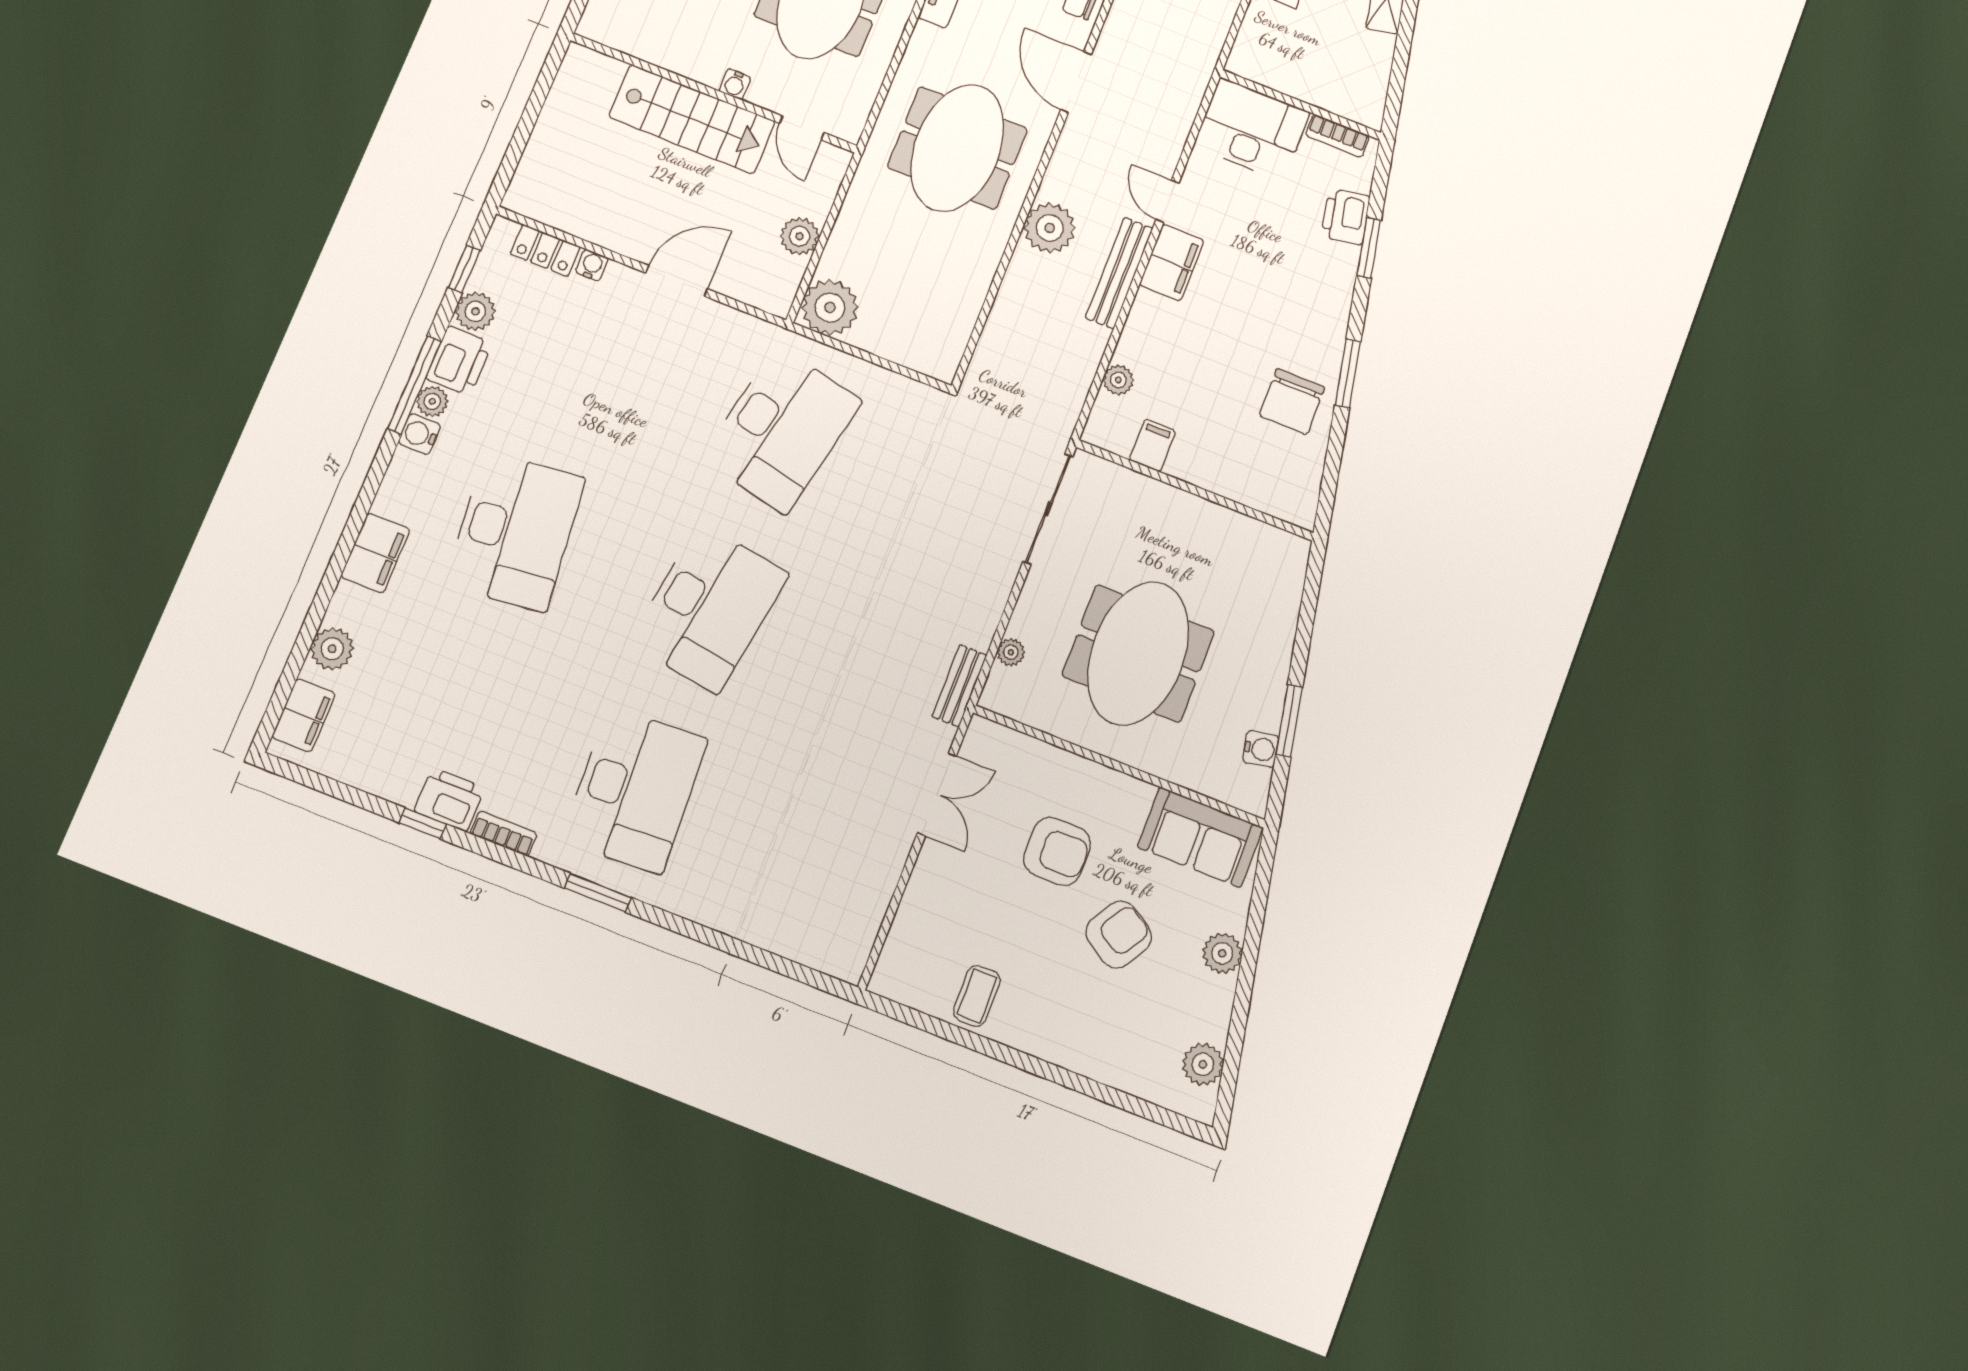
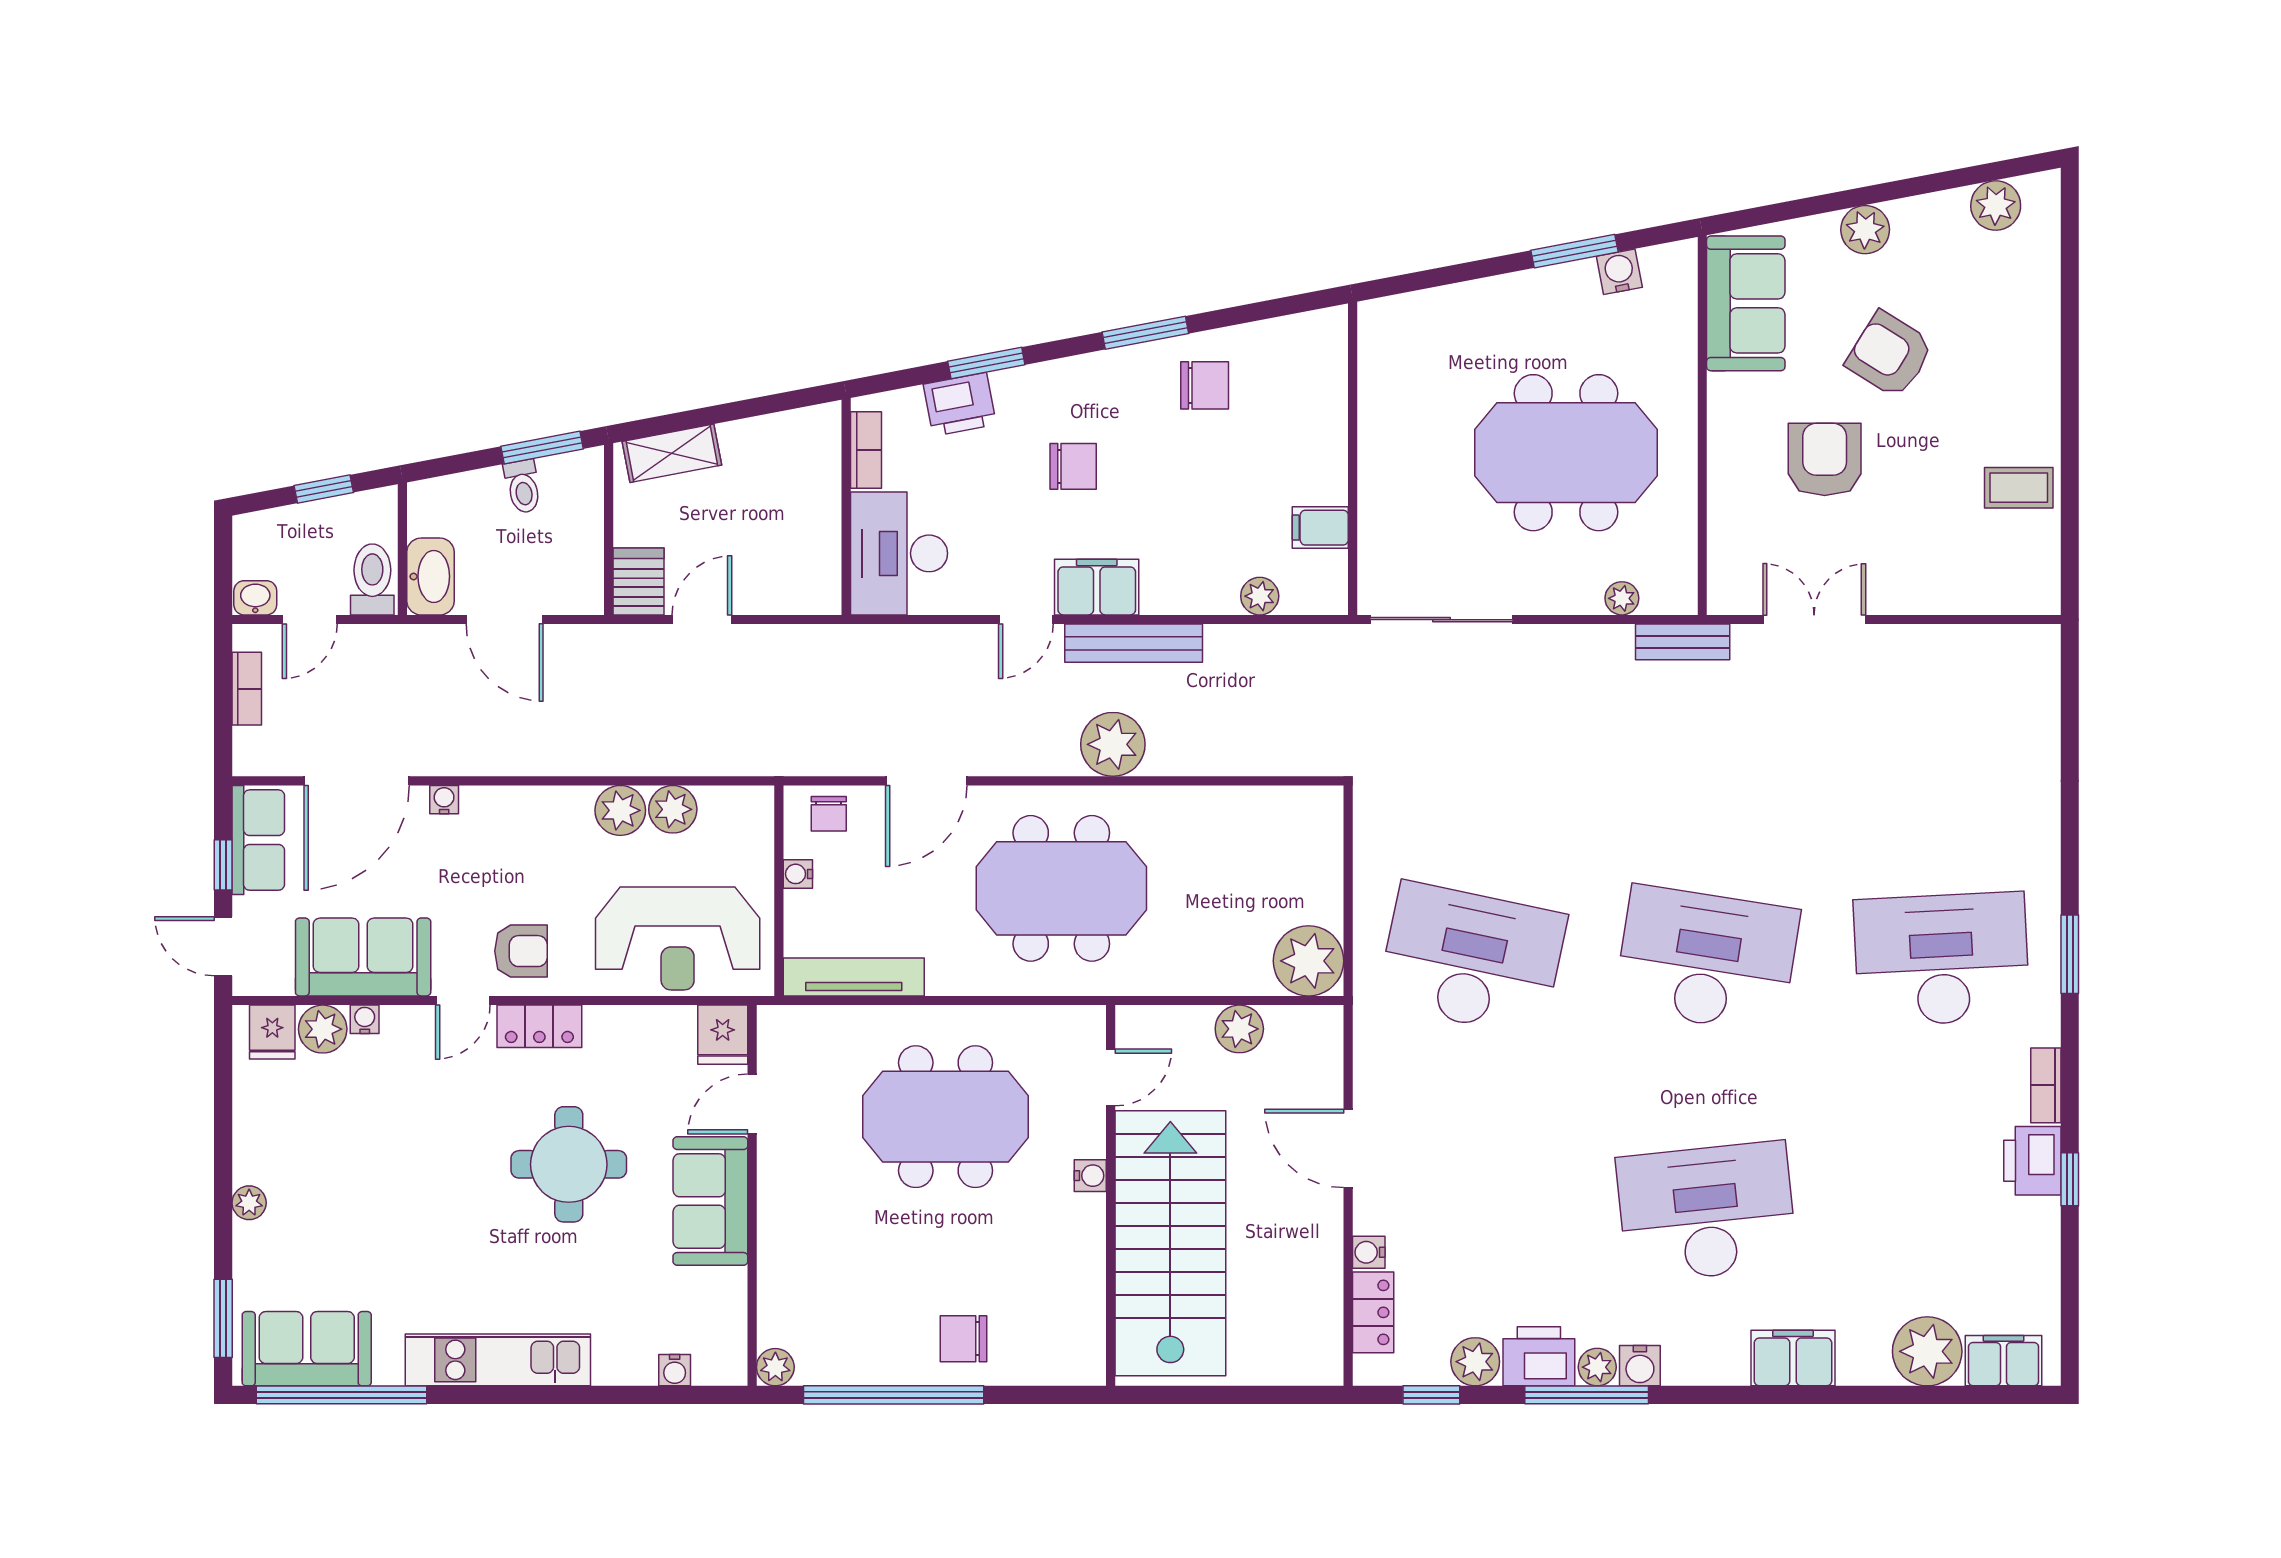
stairs: (692, 119) -> (1170, 1243), width x1.36, depth x1.51
chair: (1268, 281) -> (1073, 466), added
chair: (1292, 402) -> (1205, 385), width x0.73, depth x0.73
plant: (332, 649) -> (1927, 1351), width x1.36, depth x1.36

